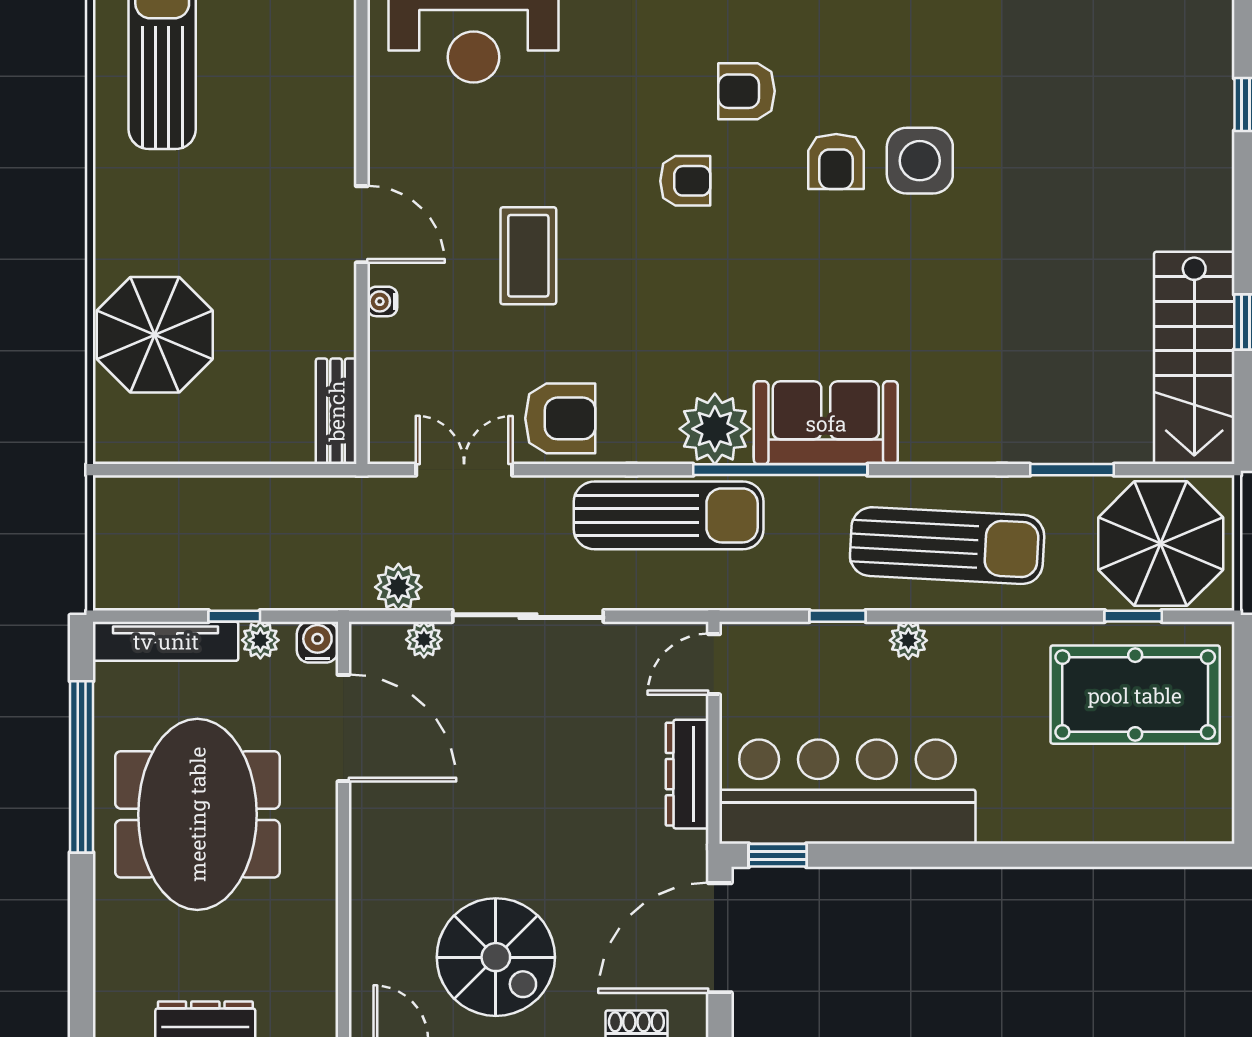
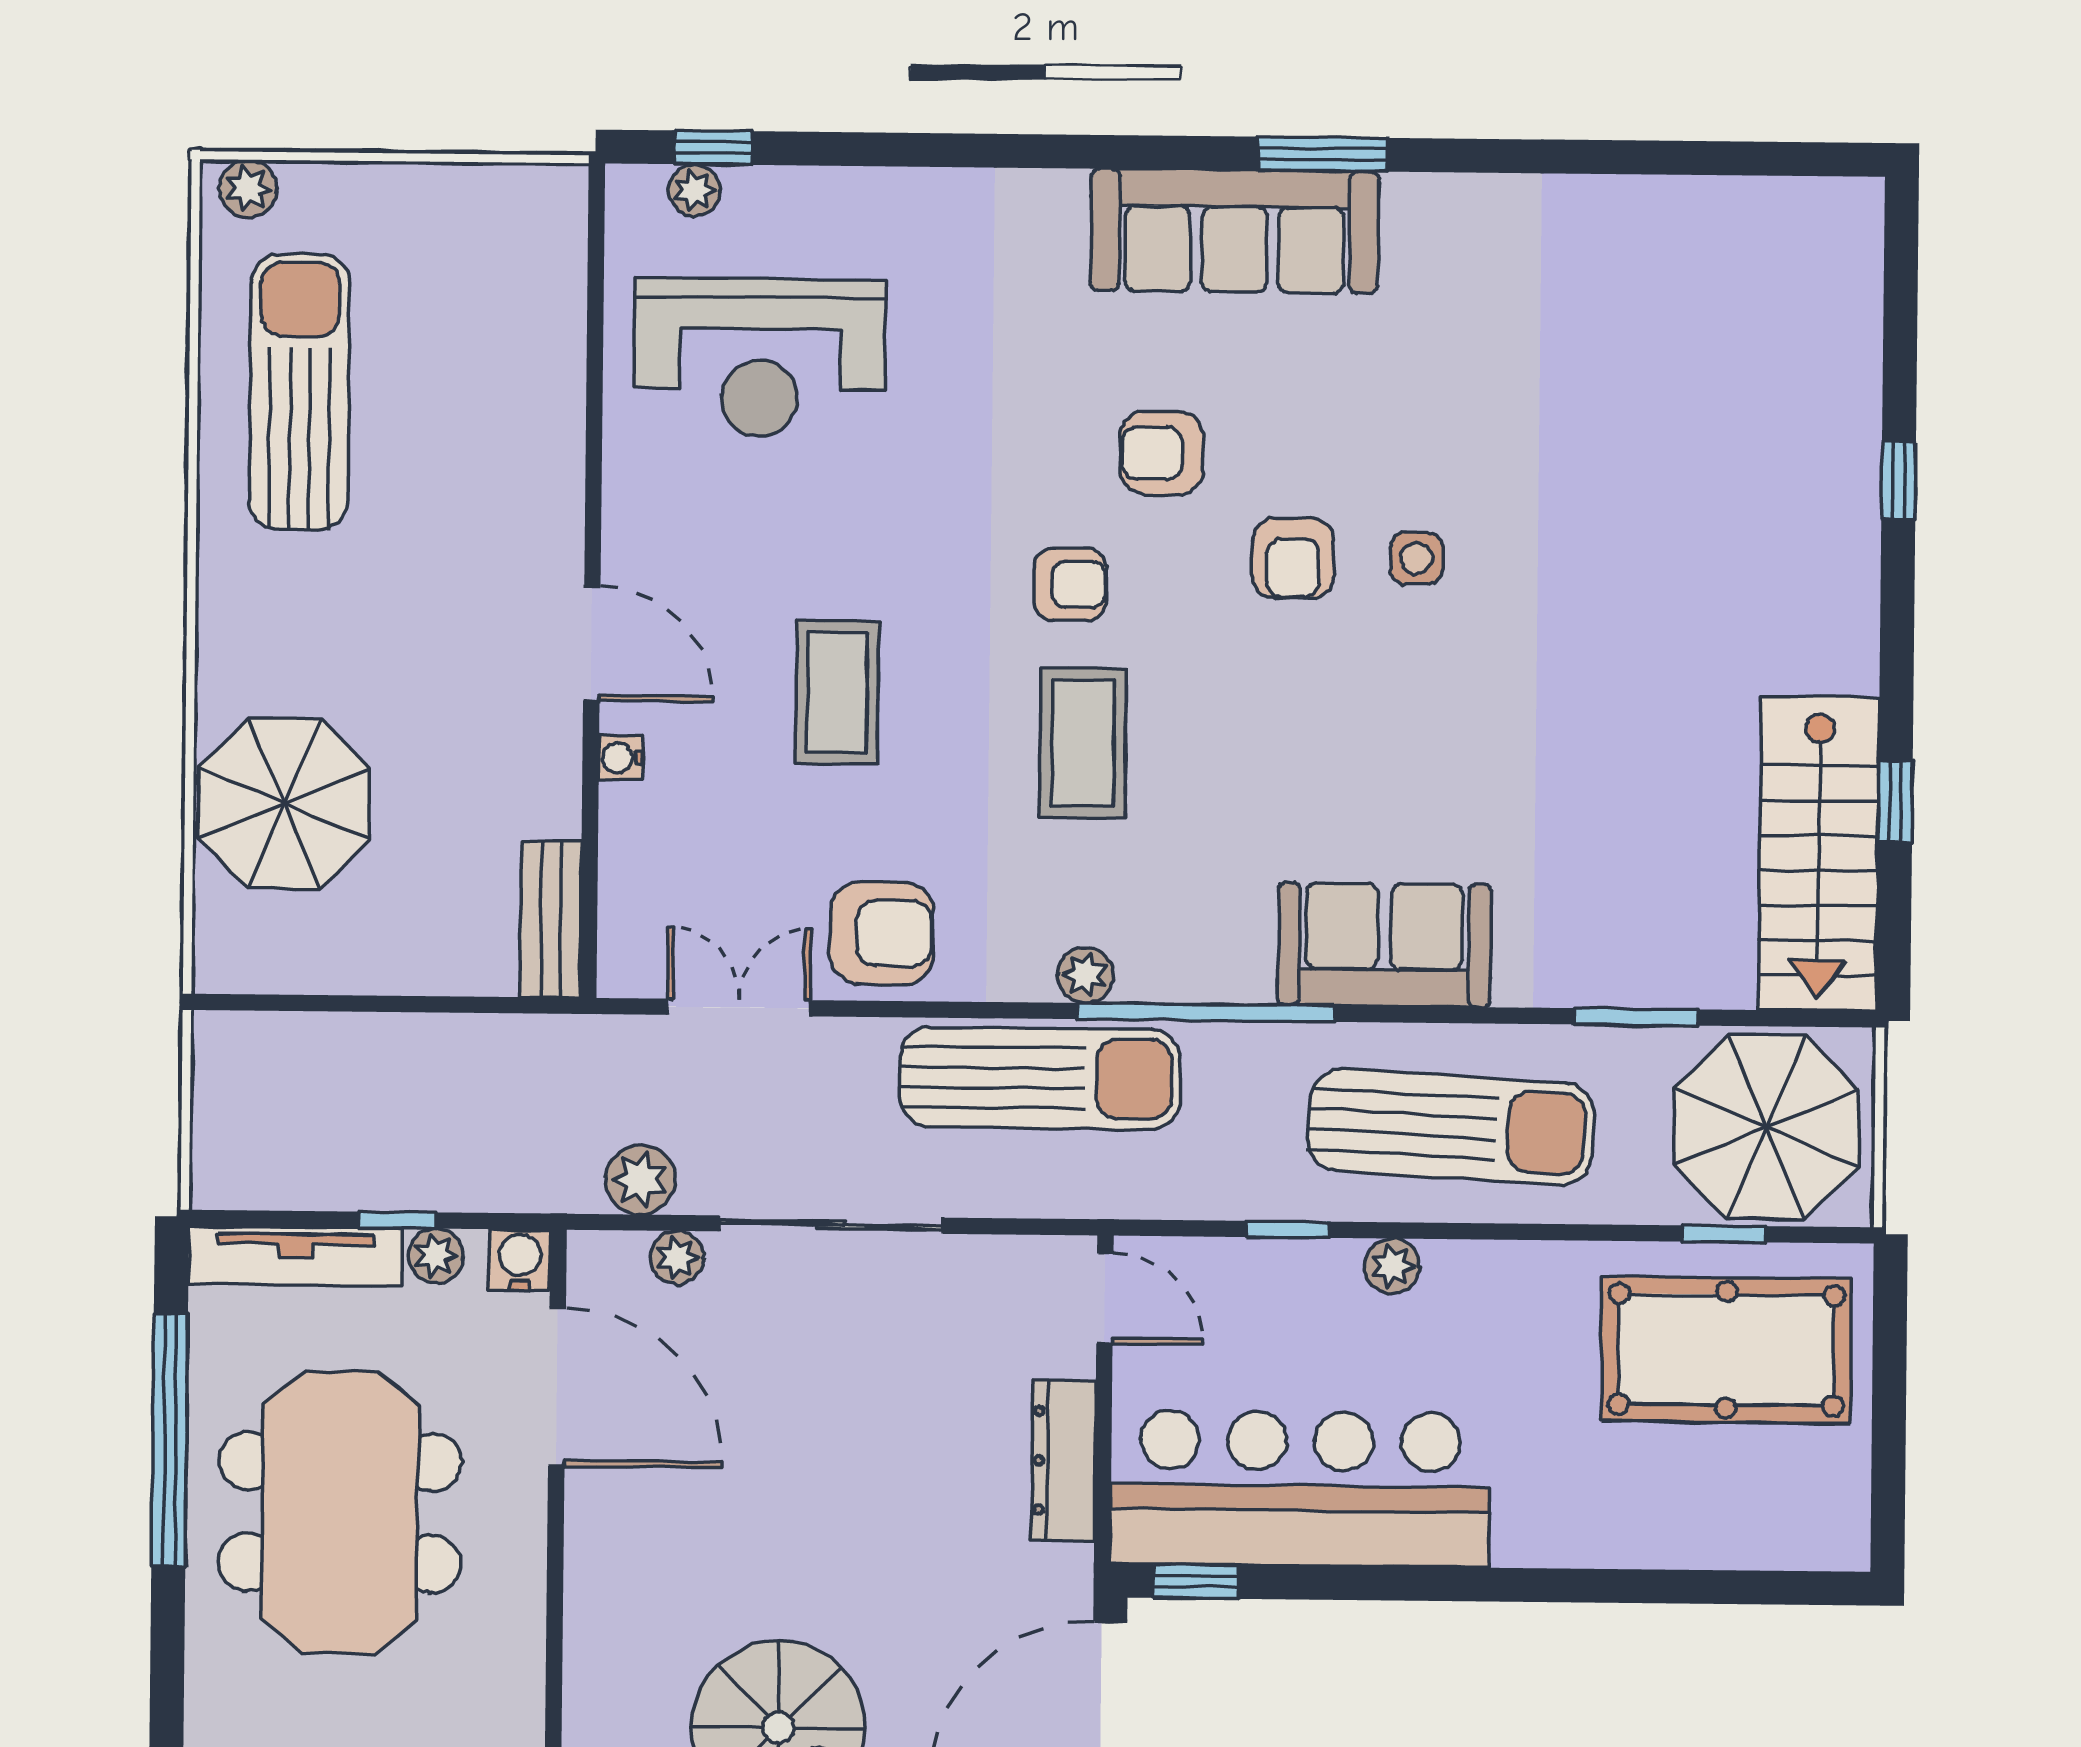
side table: (920, 161) -> (1417, 558), width x0.54, depth x0.54
coffee table: (695, 288) -> (1083, 743), added
sofa: (826, 423) -> (1384, 945), moved
plant: (715, 429) -> (1085, 975), width x0.53, depth x0.53
door: (714, 664) -> (1105, 1298), swing flipped

